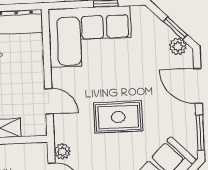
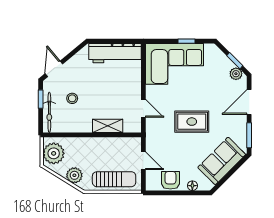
door: (198, 86) -> (249, 102), hinge flipped
plant: (62, 151) -> (151, 144), removed

